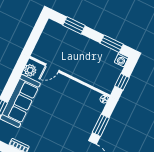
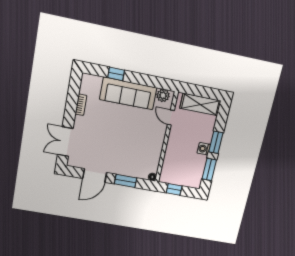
window: (74, 25) -> (216, 142), moved
shelving: (47, 38) -> (200, 104), added
washing machine: (121, 60) -> (204, 149), moved

